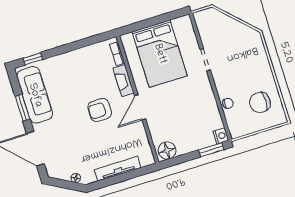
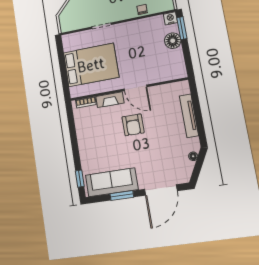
floor lamp: (167, 151) -> (173, 41), moved

